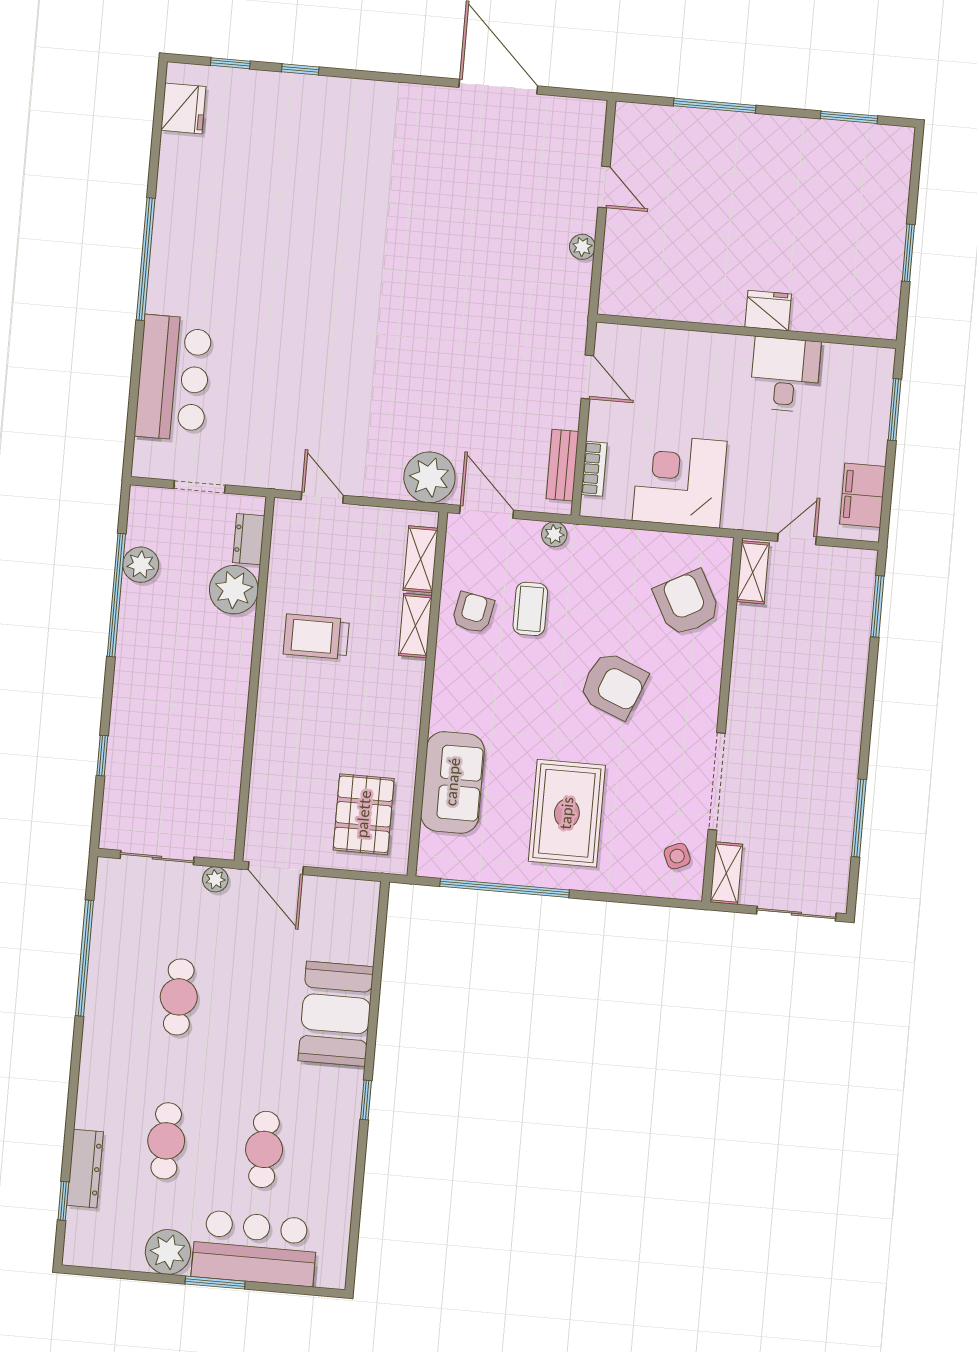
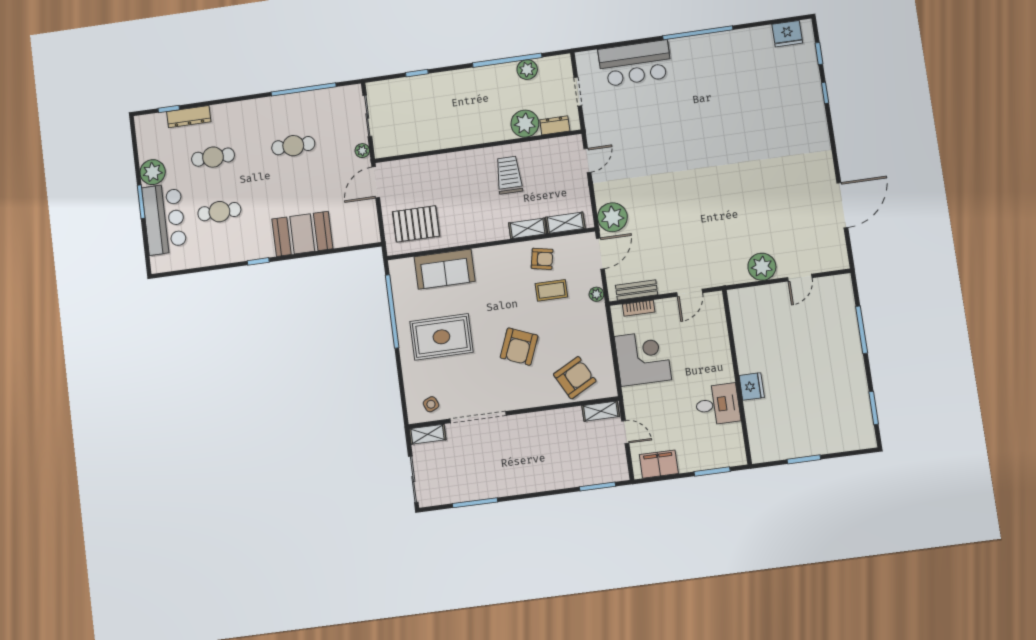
plant: (582, 247) -> (762, 267), width x1.88, depth x1.88

